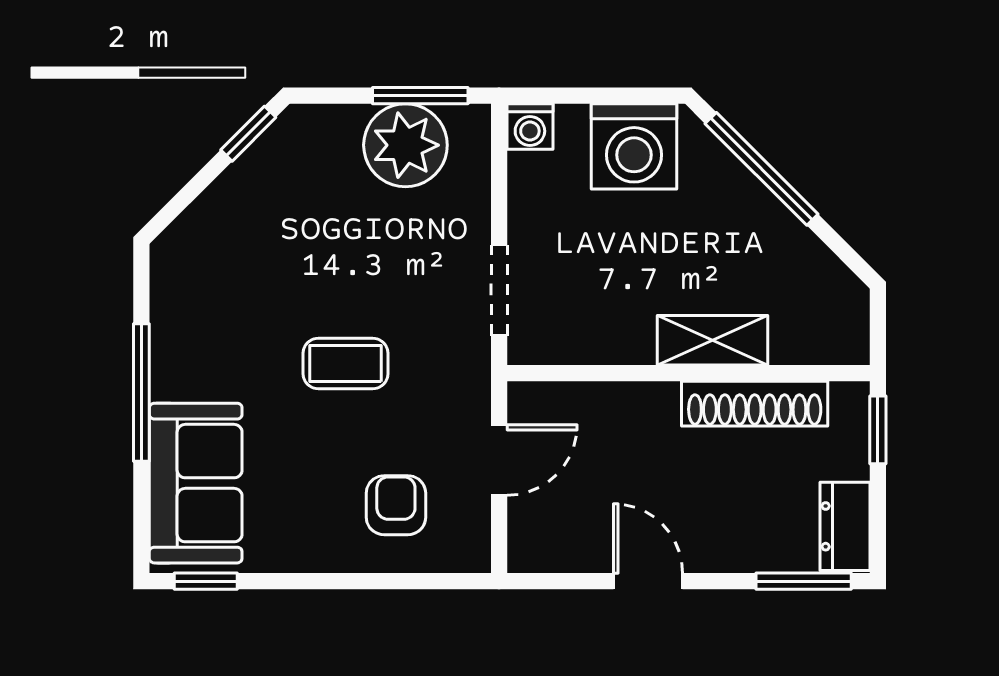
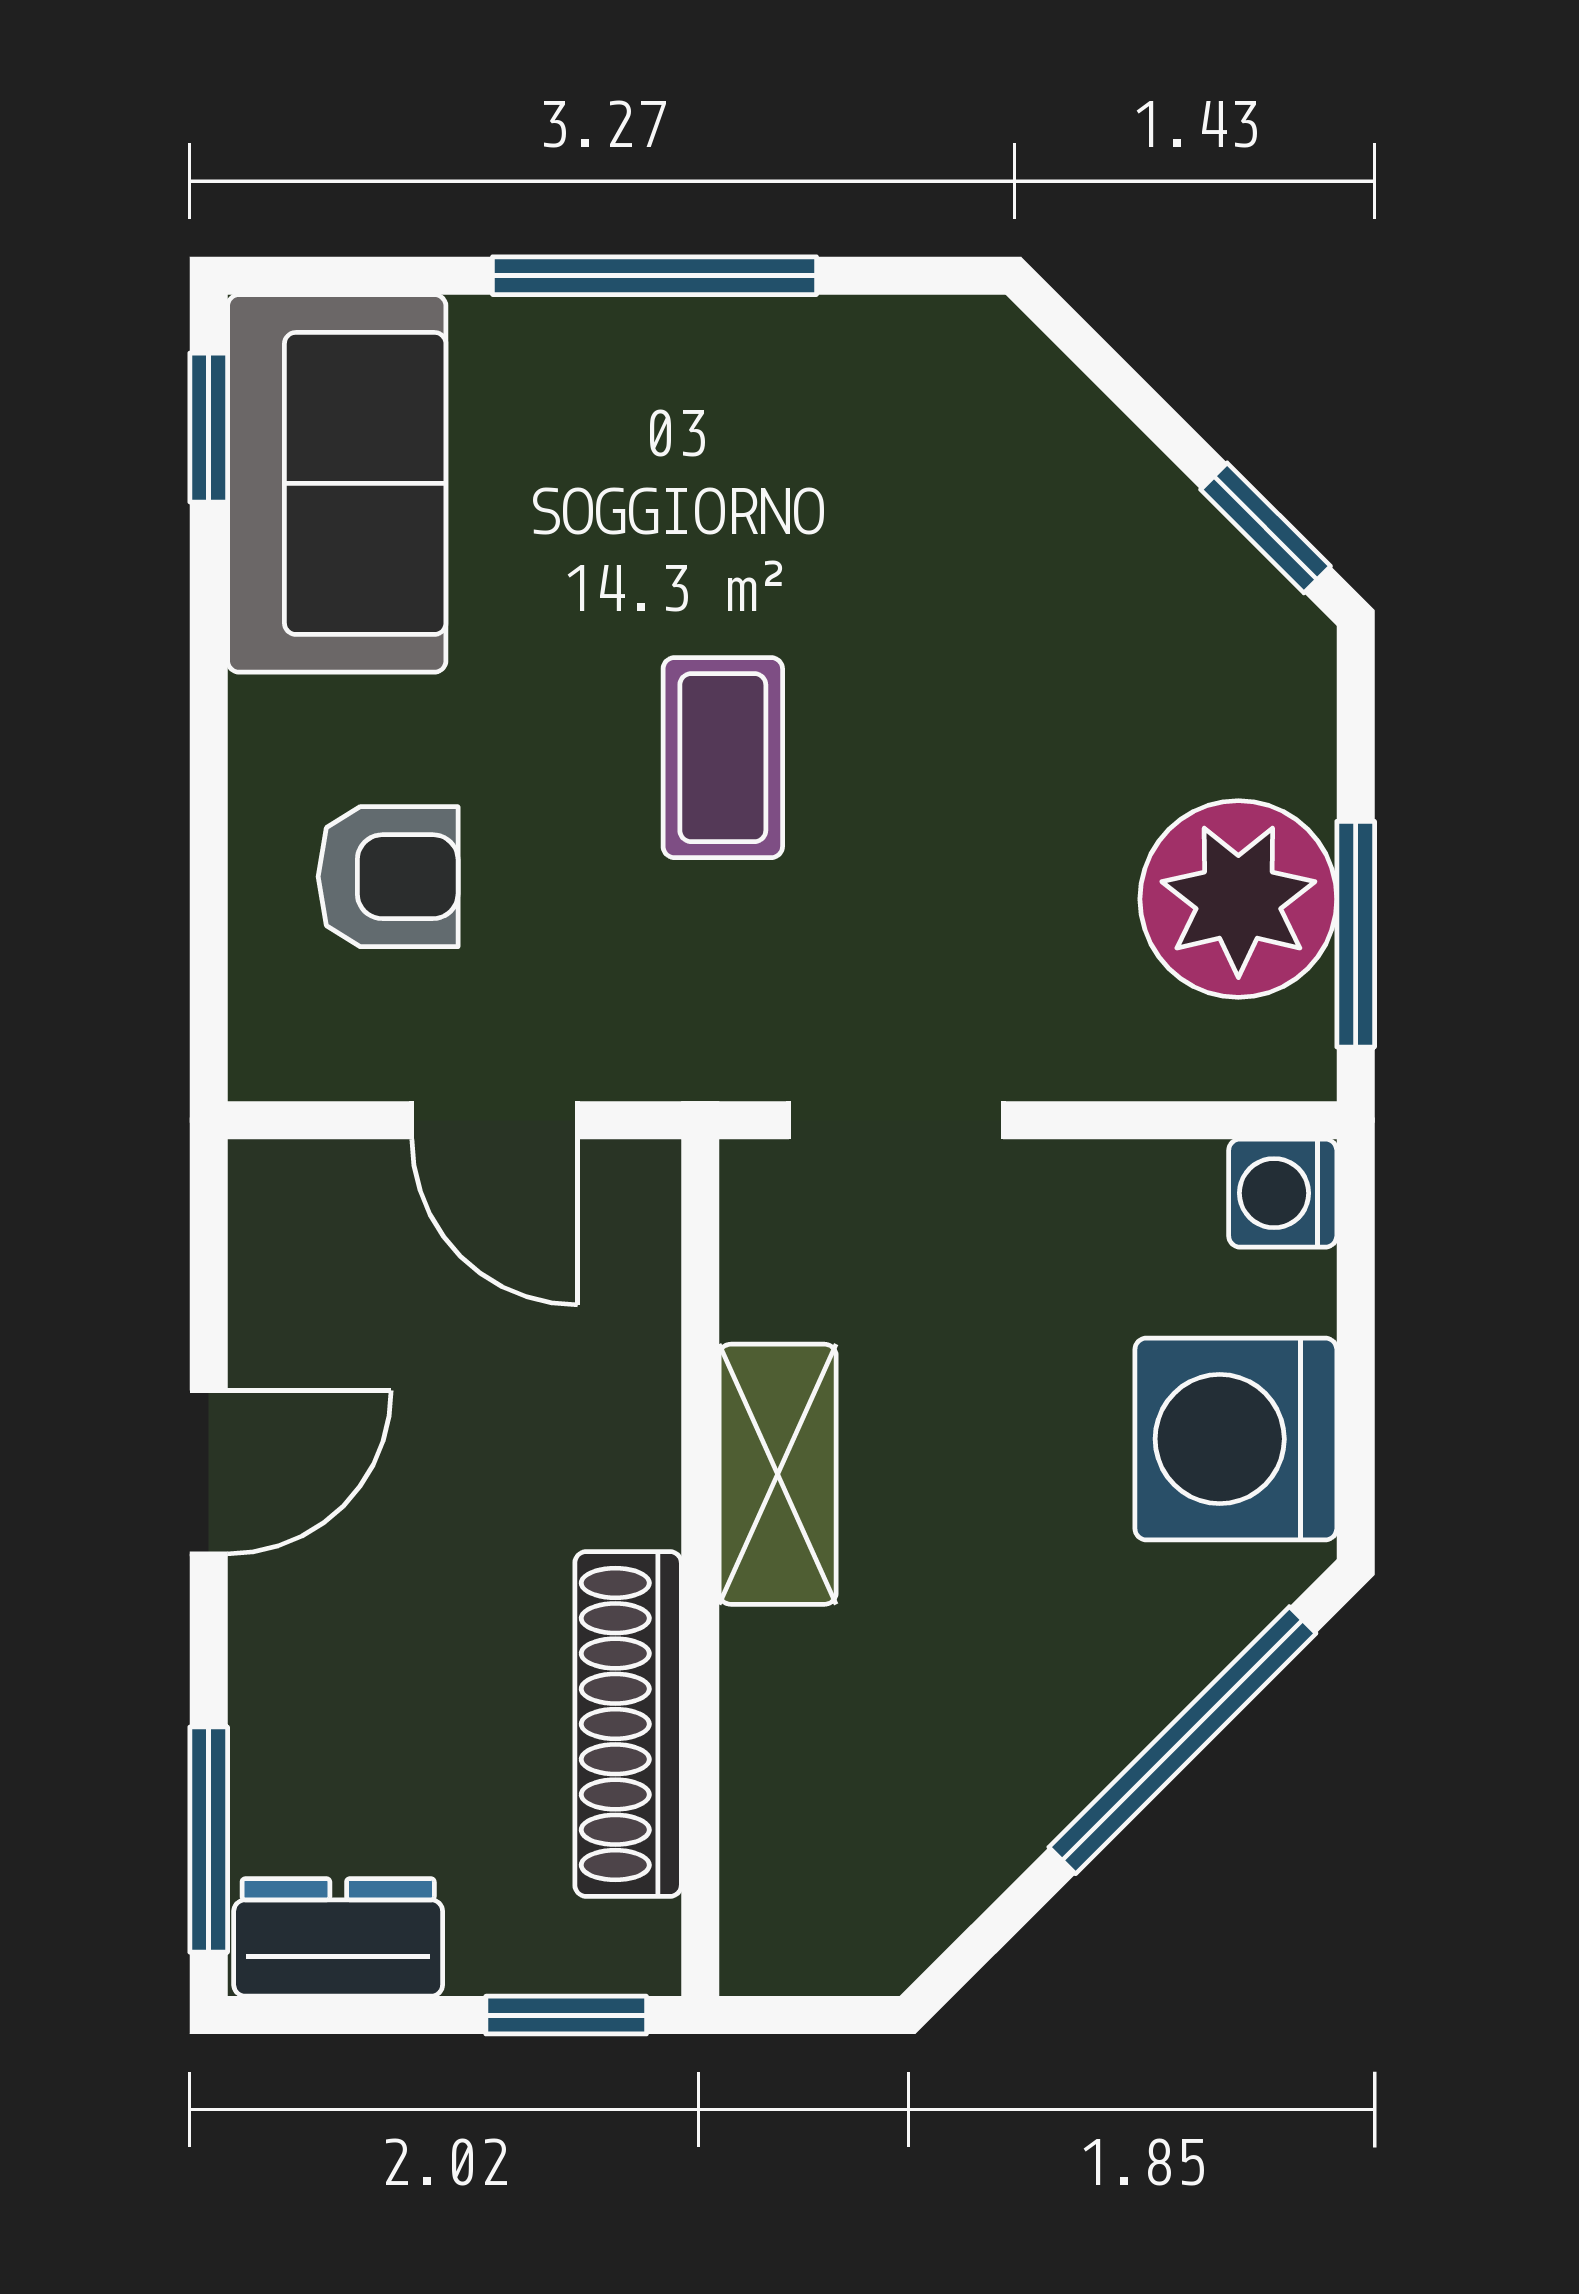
shelving: (713, 340) -> (778, 1474), moved
sofa: (196, 483) -> (337, 483), moved, turned -90

